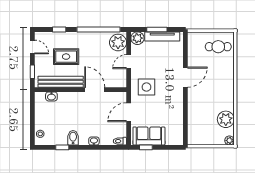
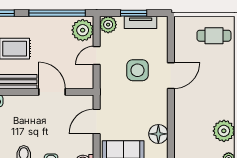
tv unit: (162, 36) -> (141, 22), width x0.71
side table: (146, 87) -> (137, 70), moved
floor lamp: (176, 122) -> (158, 134), added

